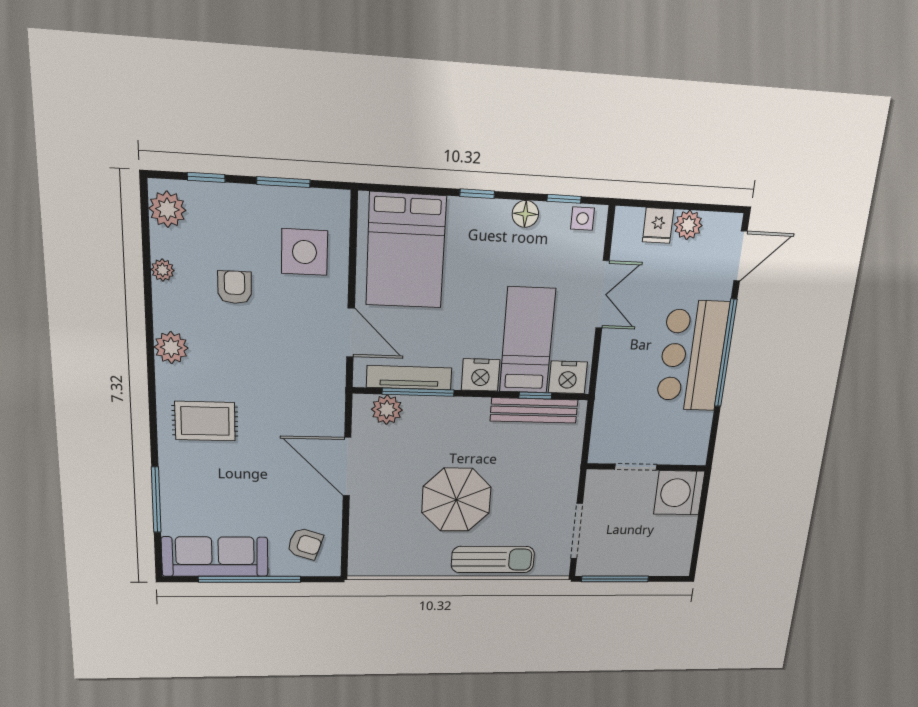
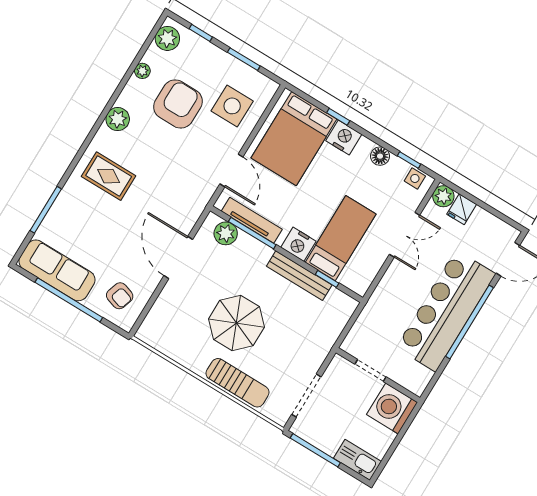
window: (477, 194) -> (338, 117), moved
plant: (688, 225) -> (443, 196), moved
armchair: (235, 287) -> (178, 104), width x1.88, depth x1.88
bar counter: (692, 356) -> (446, 311), width x1.36
nightstand: (568, 377) -> (344, 137), moved, turned 180
bench: (534, 410) -> (299, 276), moved
kitchen sink: (666, 564) -> (357, 460), added

